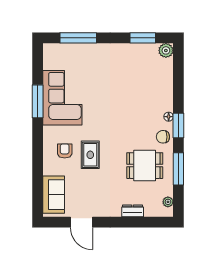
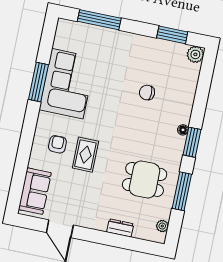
chair: (163, 137) -> (147, 93), moved

